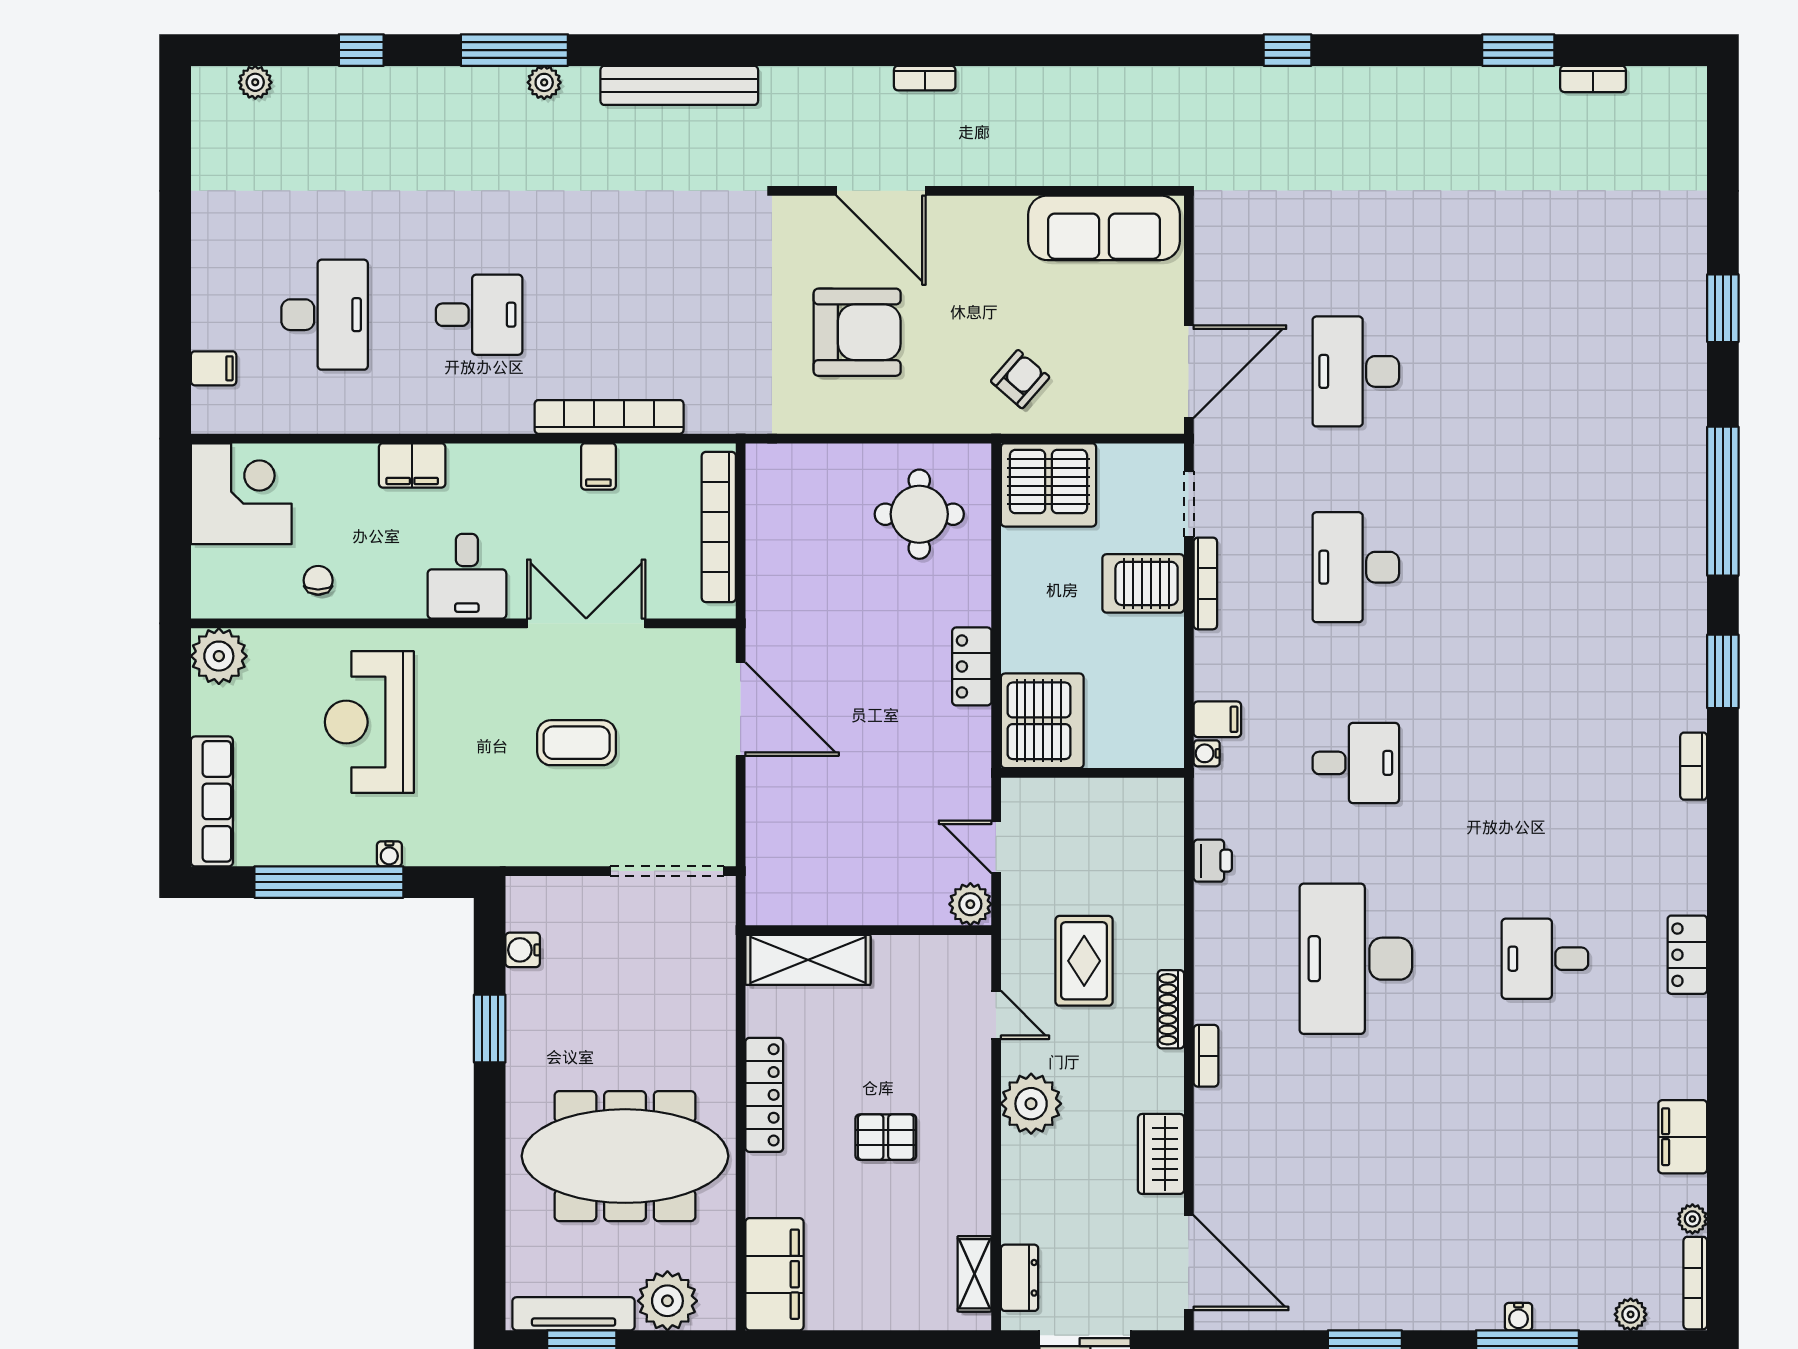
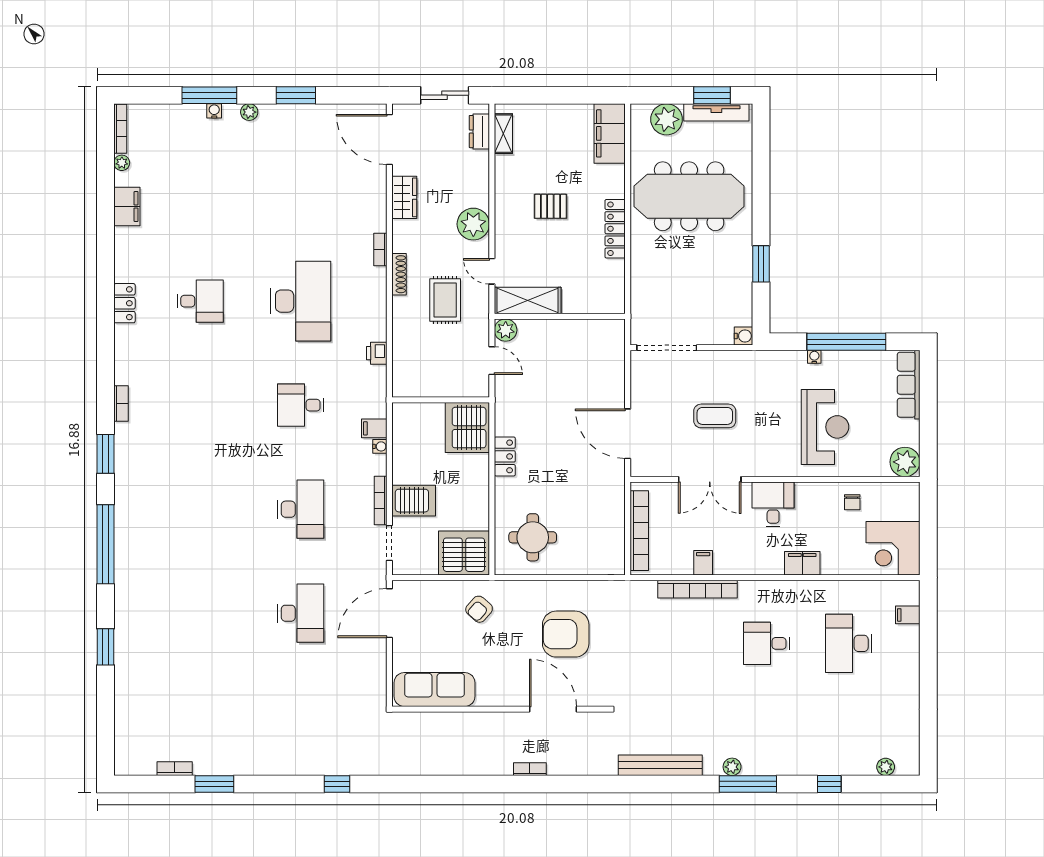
water cooler: (1207, 753) -> (380, 446), moved
water cooler: (523, 950) -> (743, 336), moved
shelving: (808, 960) -> (528, 300), moved
plant: (1631, 1314) -> (249, 112), moved

